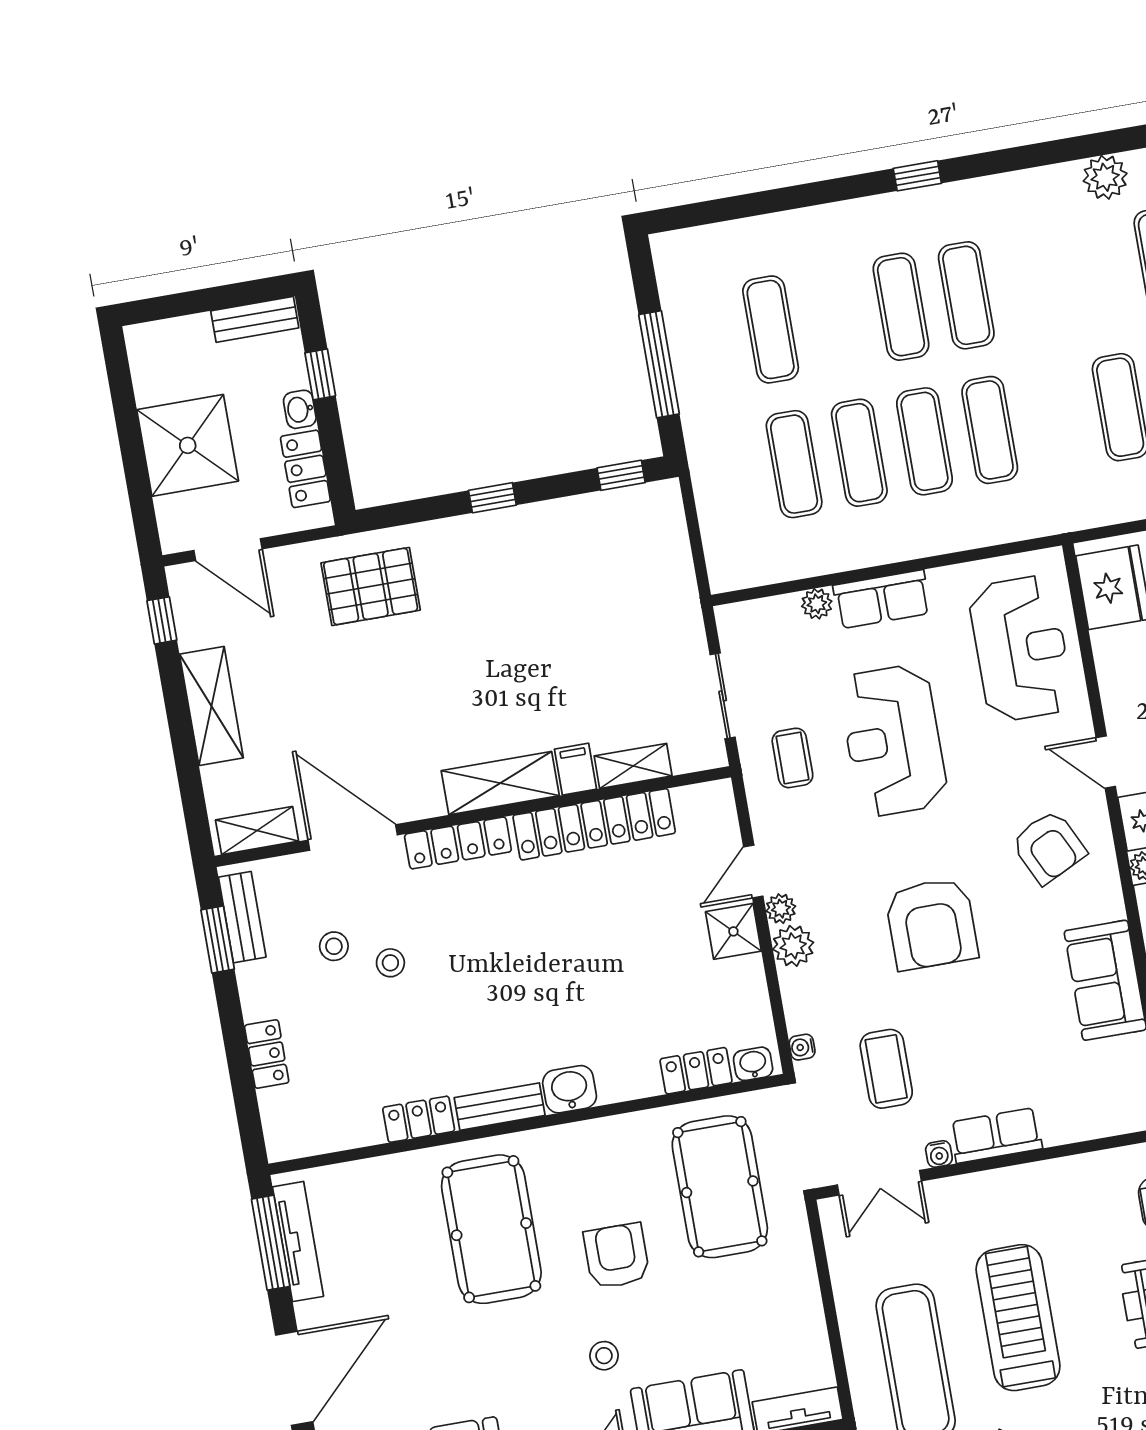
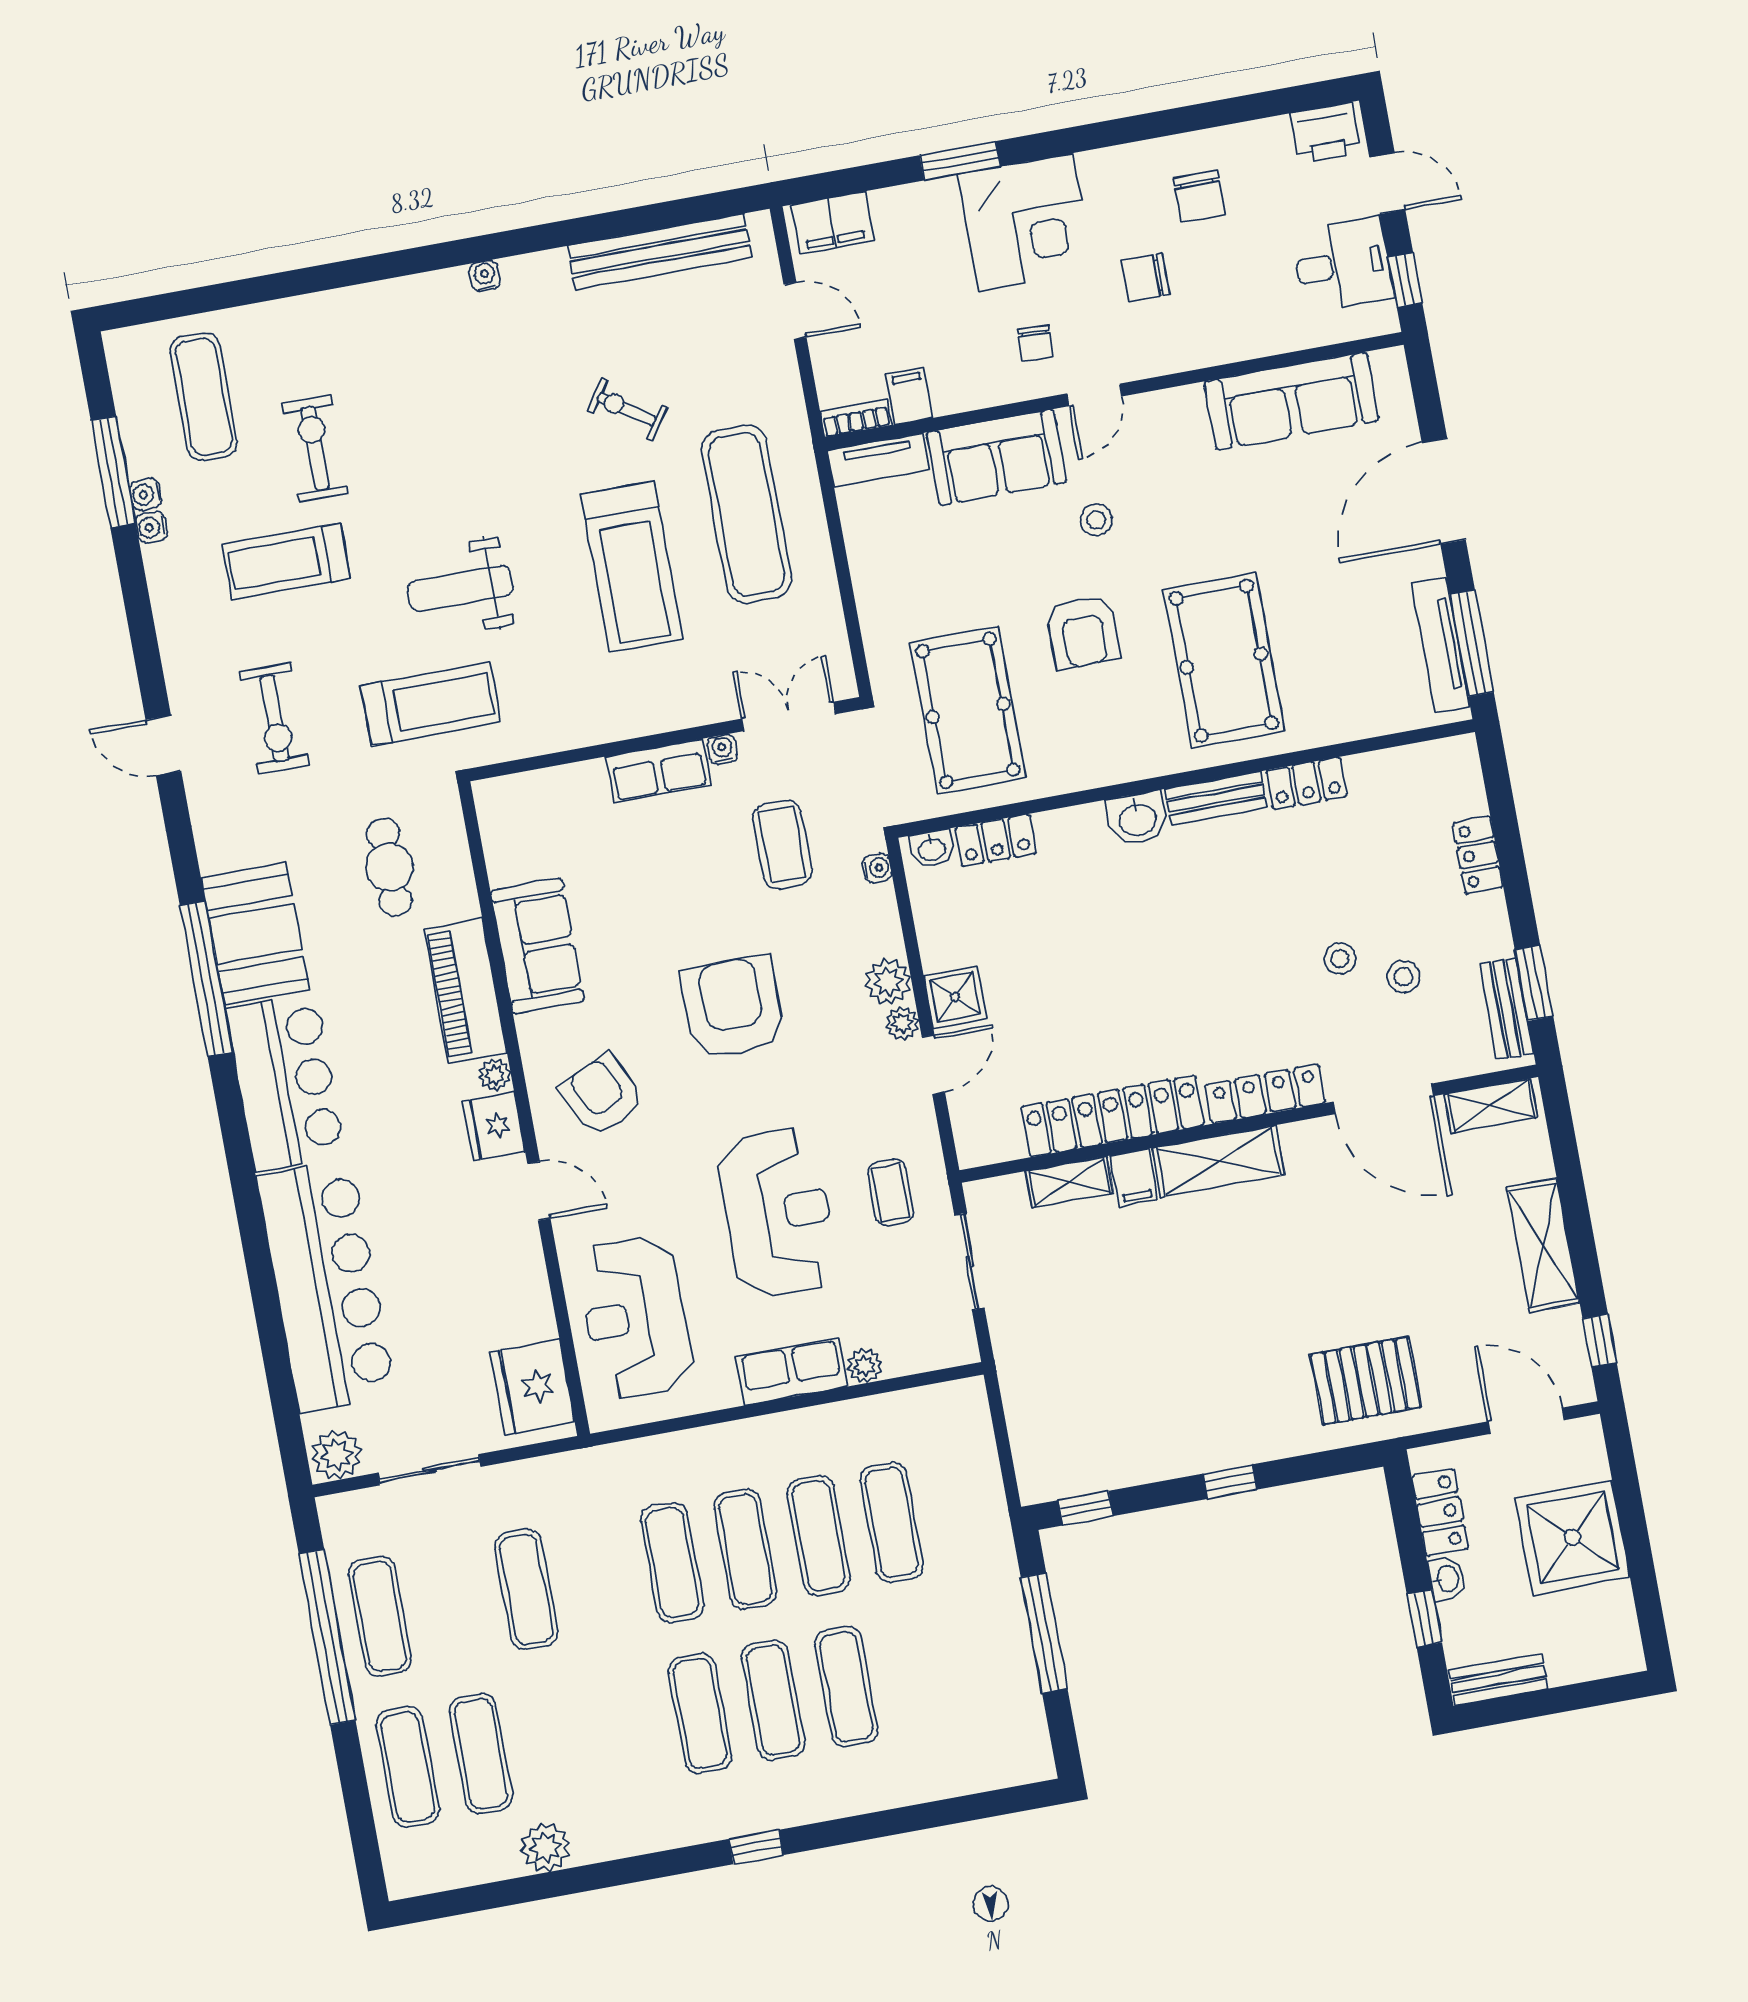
exercise mat: (771, 329) -> (846, 1687), moved

